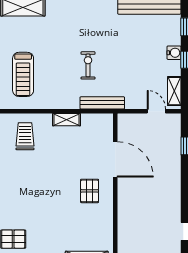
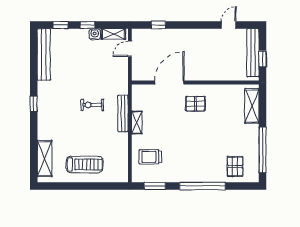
water cooler: (174, 53) -> (95, 34), moved
treadmill: (23, 74) -> (85, 164), moved
bench: (102, 103) -> (123, 113), moved

